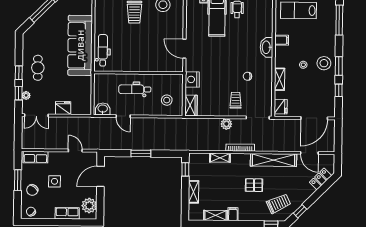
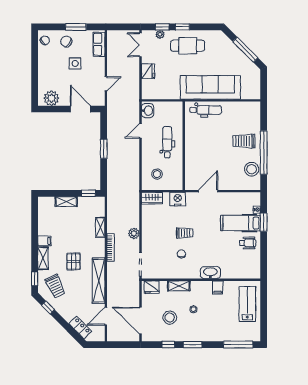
stool: (324, 63) -> (170, 318), moved
cafe table: (38, 68) -> (188, 46), width x1.37, depth x1.35
trolley: (236, 100) -> (185, 233), moved
row of seats: (67, 213) -> (43, 76), removed
shelving: (215, 215) -> (43, 258), moved

